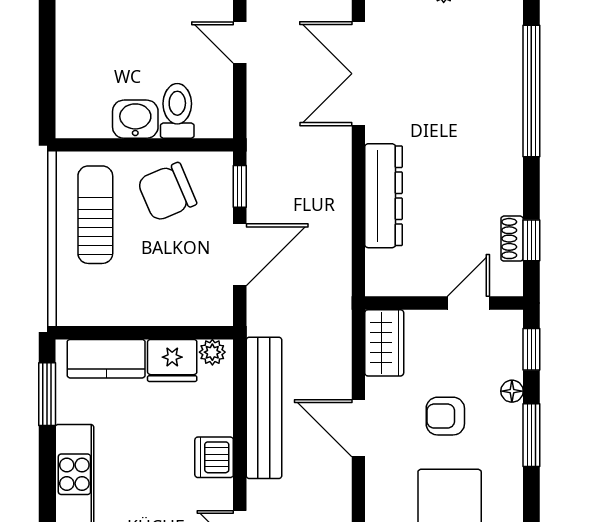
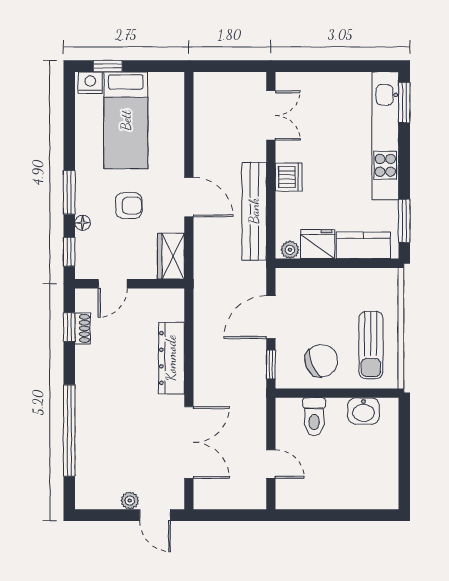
washbasin: (135, 119) -> (363, 411), moved

